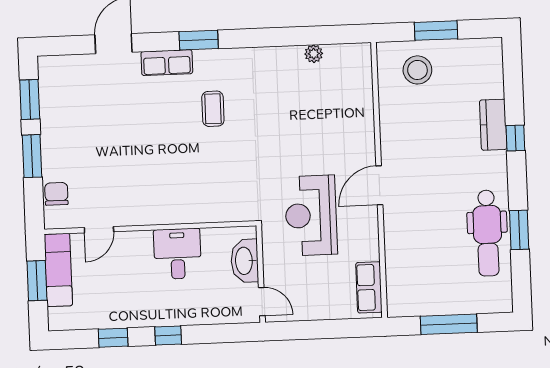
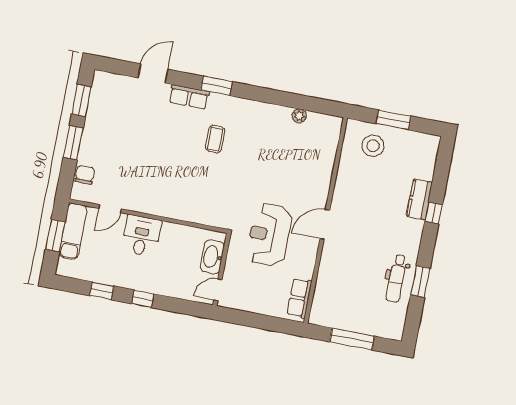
dental chair: (487, 233) -> (396, 278), width x0.73, depth x0.72
desk: (177, 254) -> (141, 236), moved
door: (262, 302) -> (218, 290), swing flipped

